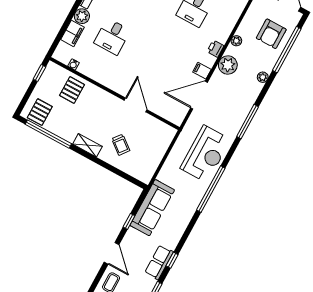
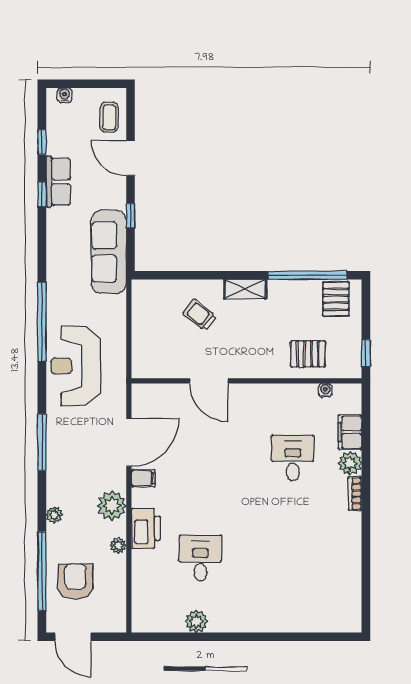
printer: (215, 49) -> (146, 528), width x1.87, depth x1.48
pallet: (72, 90) -> (308, 354), turned 90

